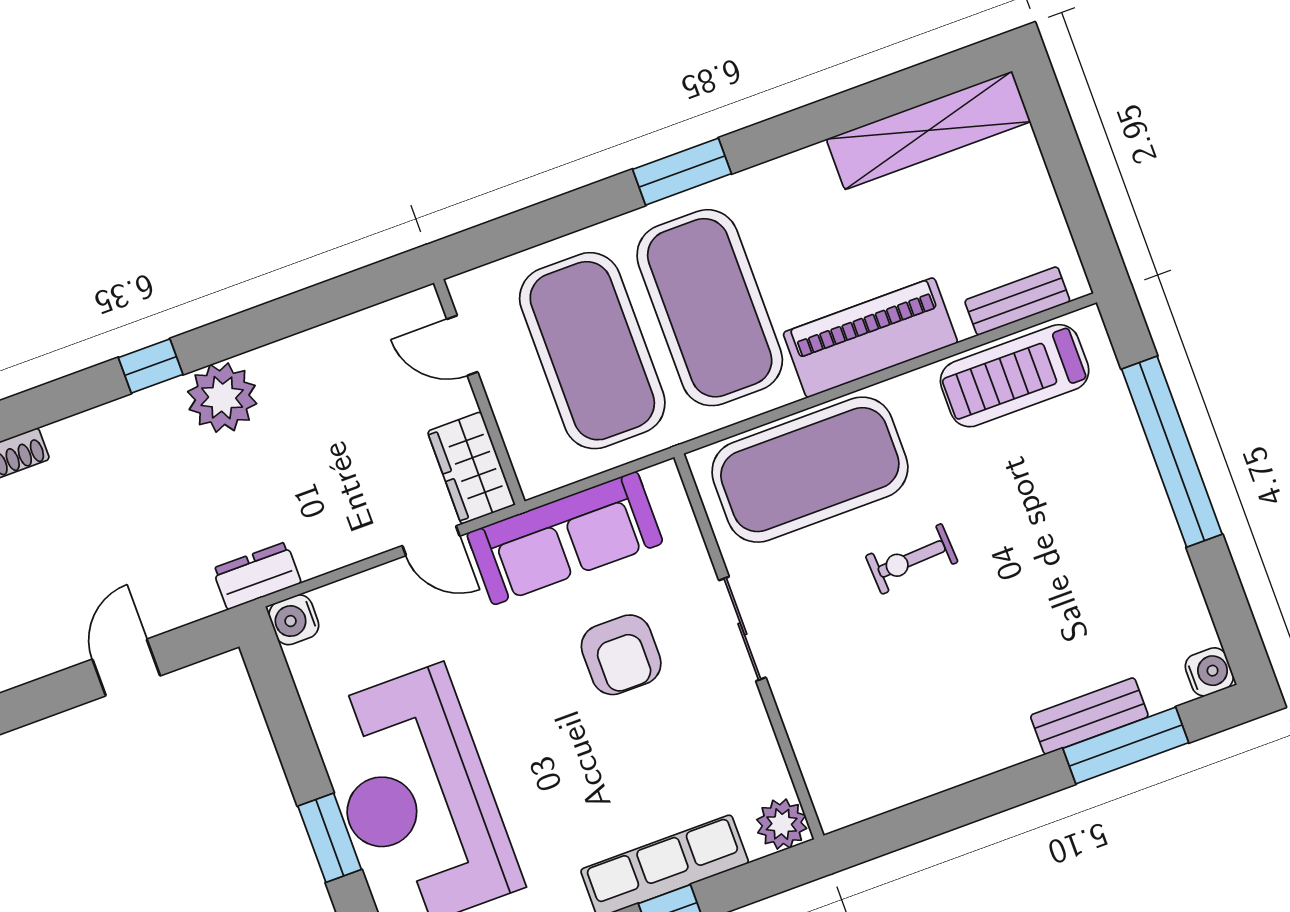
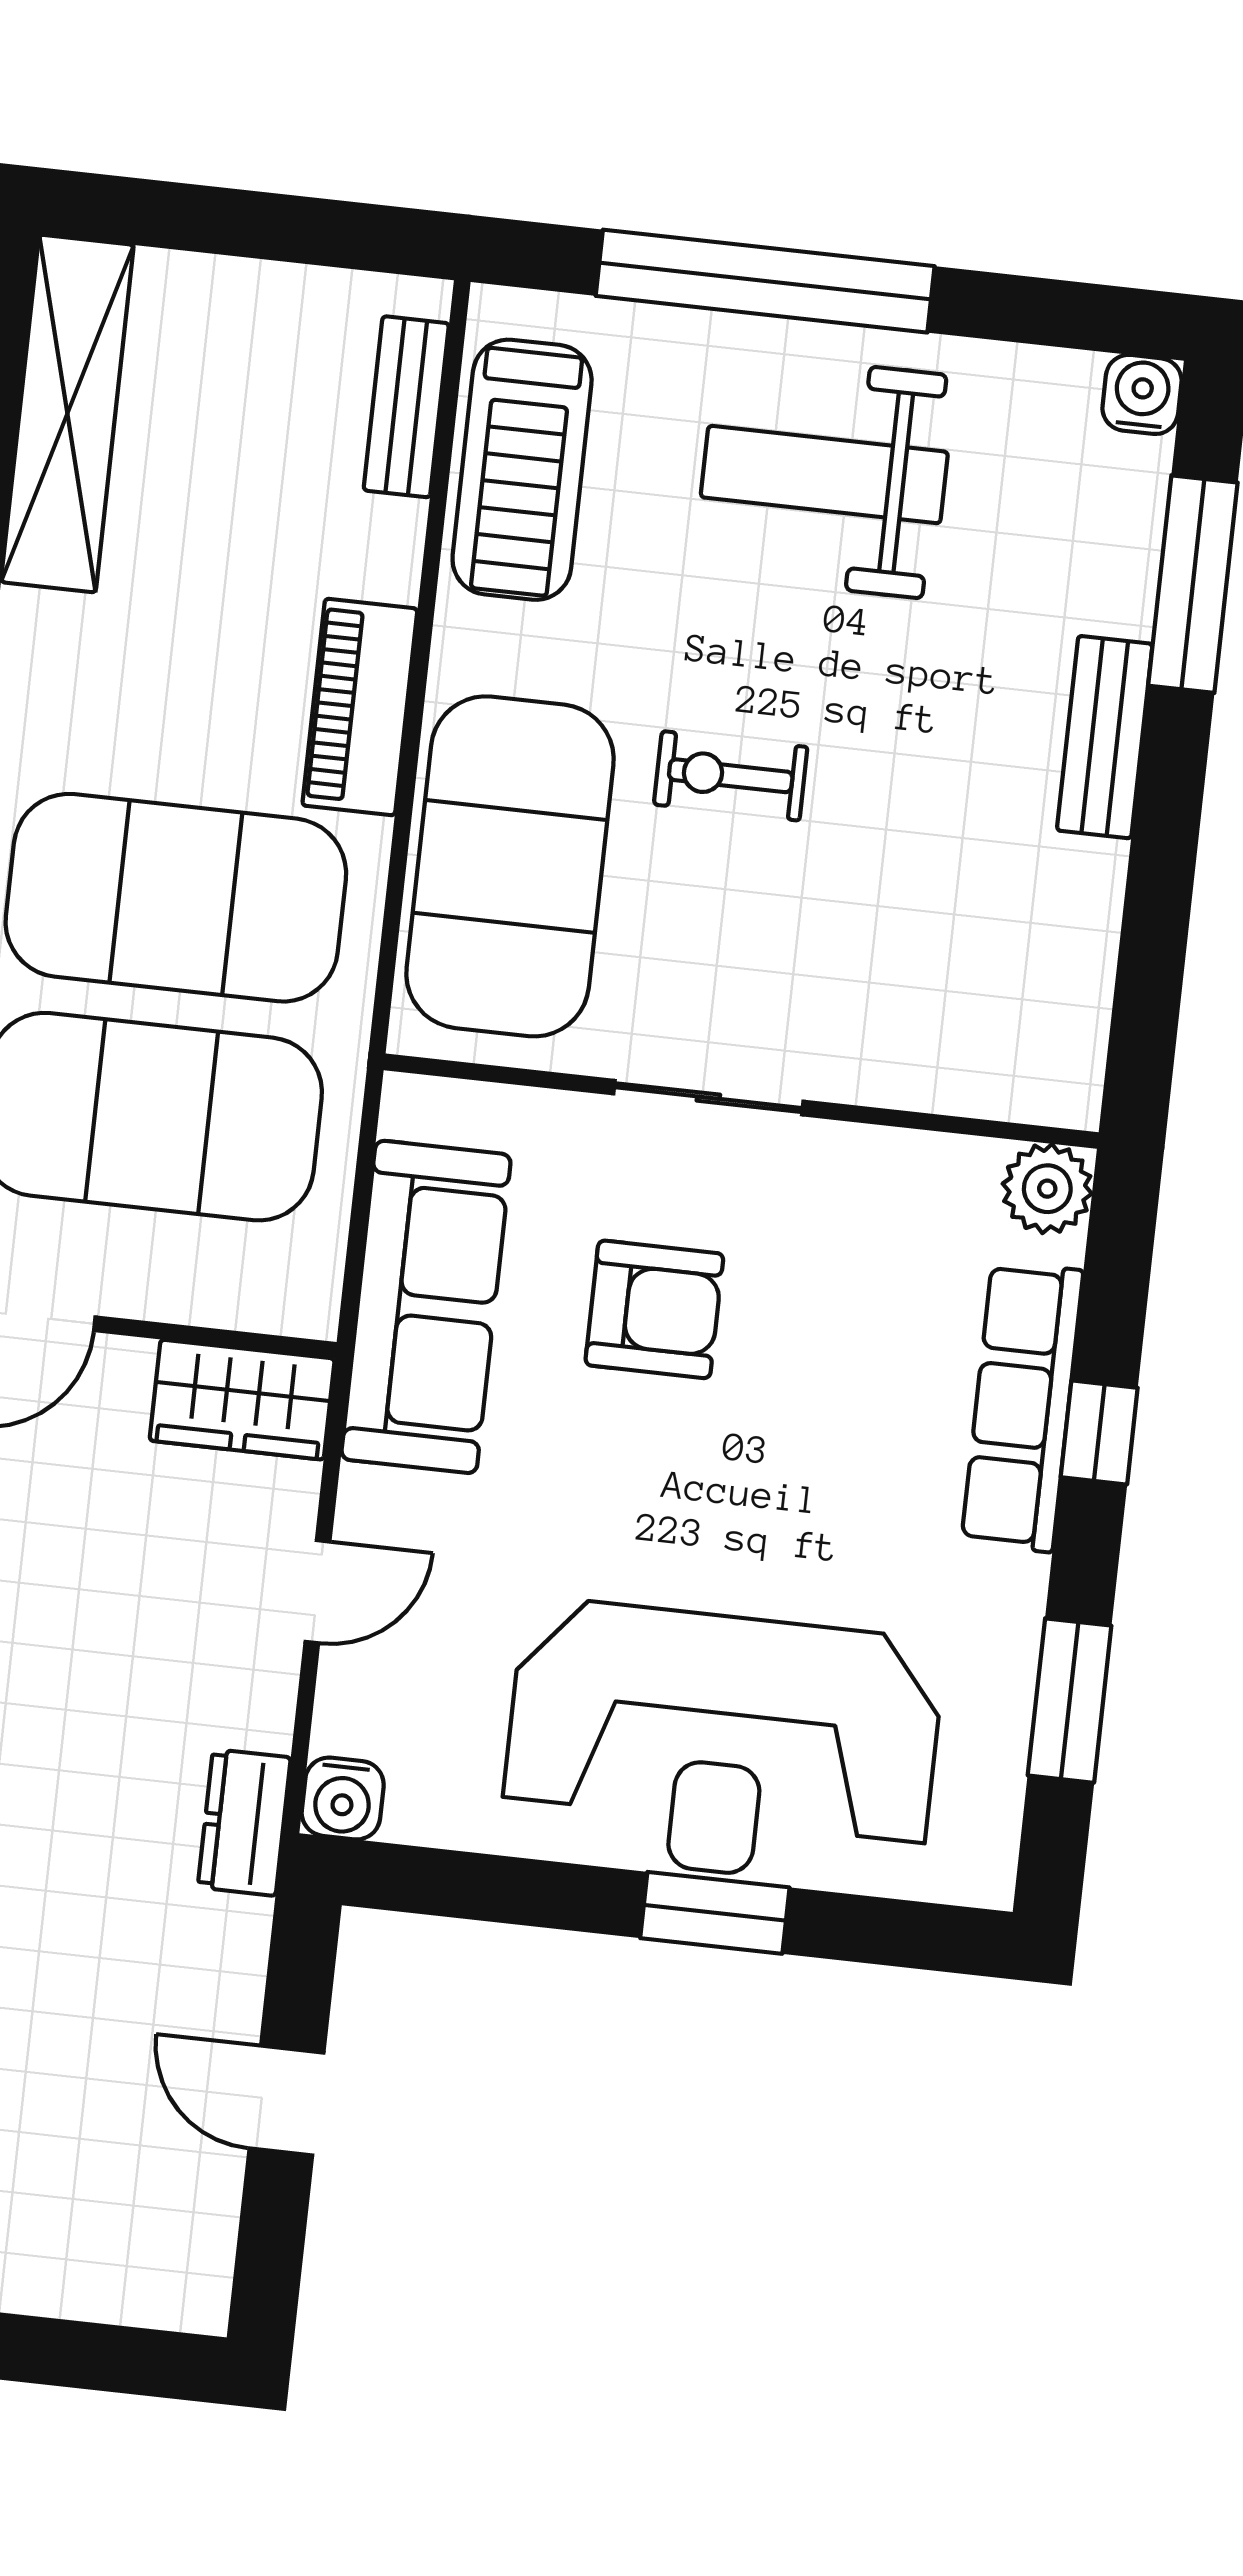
piano: (870, 338) -> (360, 707), width x0.73, depth x0.75
weight bench: (1088, 531) -> (824, 475), added
door: (431, 541) -> (318, 1592), moved
exercise bike: (912, 559) -> (731, 776), turned 93
bench: (1089, 716) -> (1105, 737), moved

